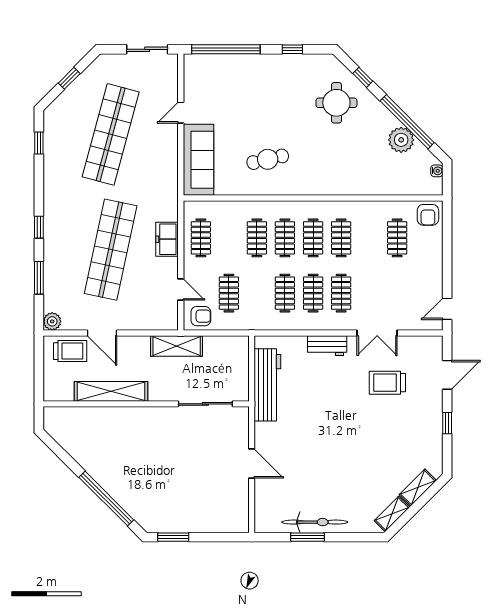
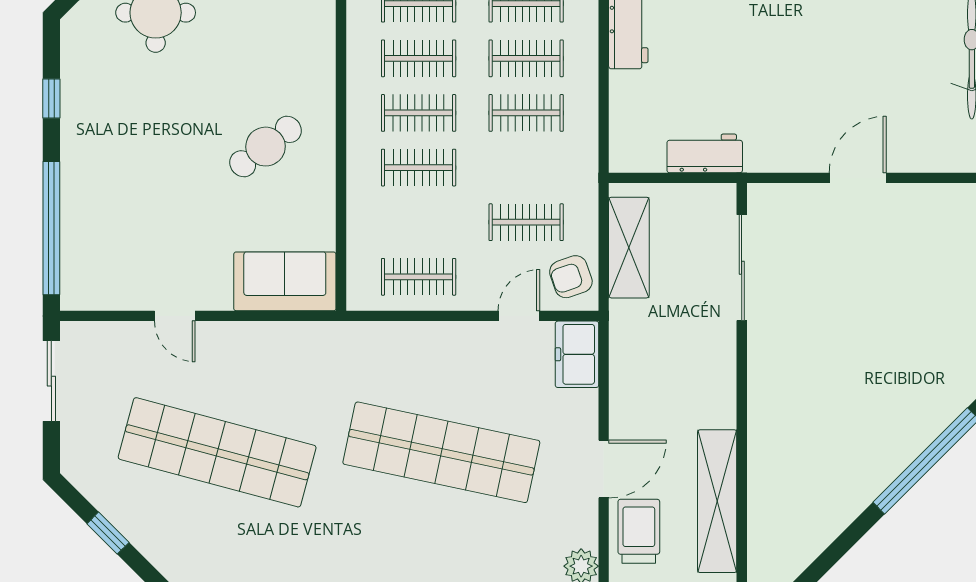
cafe table: (268, 159) -> (266, 147), turned 66
sofa: (198, 160) -> (285, 281), width x0.73
freezer: (167, 239) -> (577, 354), moved, turned 90
armchair: (201, 316) -> (571, 277), turned -109
shelving: (177, 346) -> (629, 248), moved
workbench: (267, 385) -> (705, 153), width x0.53, depth x0.76
shelving: (111, 391) -> (717, 501), moved

